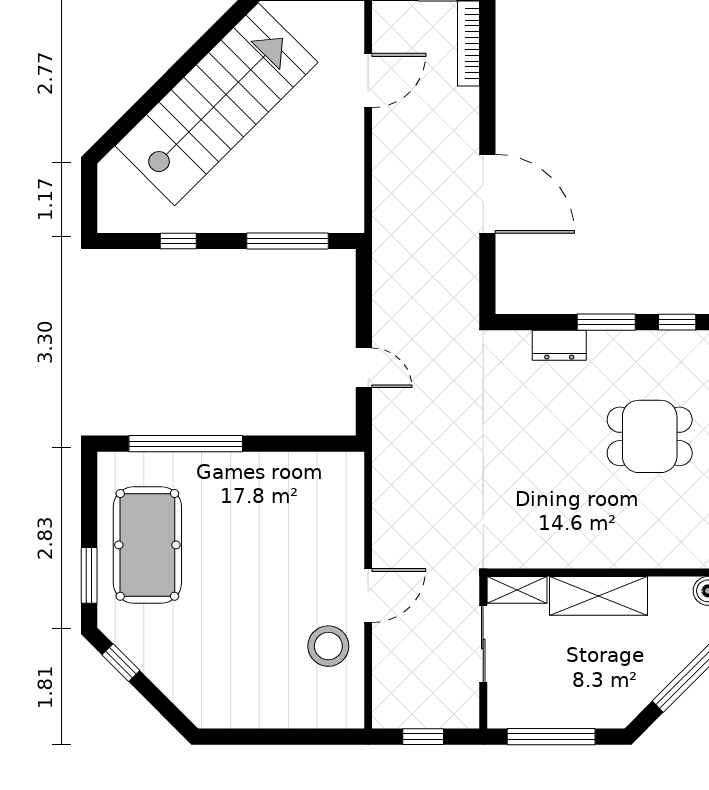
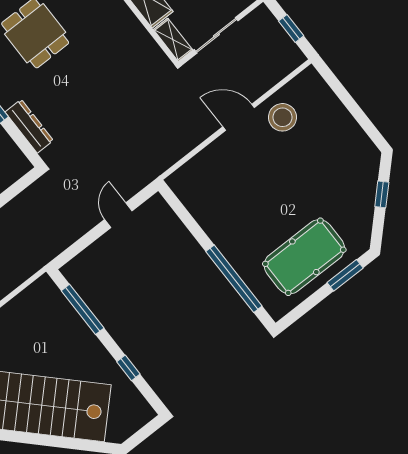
dresser: (559, 345) -> (29, 126), width x1.44
window: (121, 663) -> (382, 194), moved

